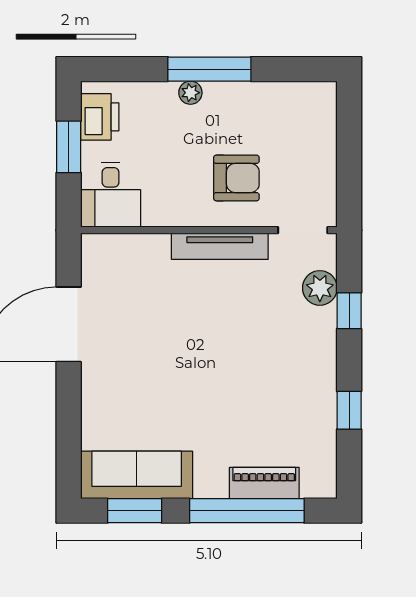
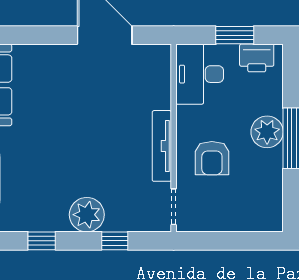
plant: (190, 93) -> (267, 132), width x1.87, depth x1.87
desk: (111, 195) -> (200, 74), width x1.37
plant: (320, 288) -> (87, 215), moved, width x1.36, depth x1.36

